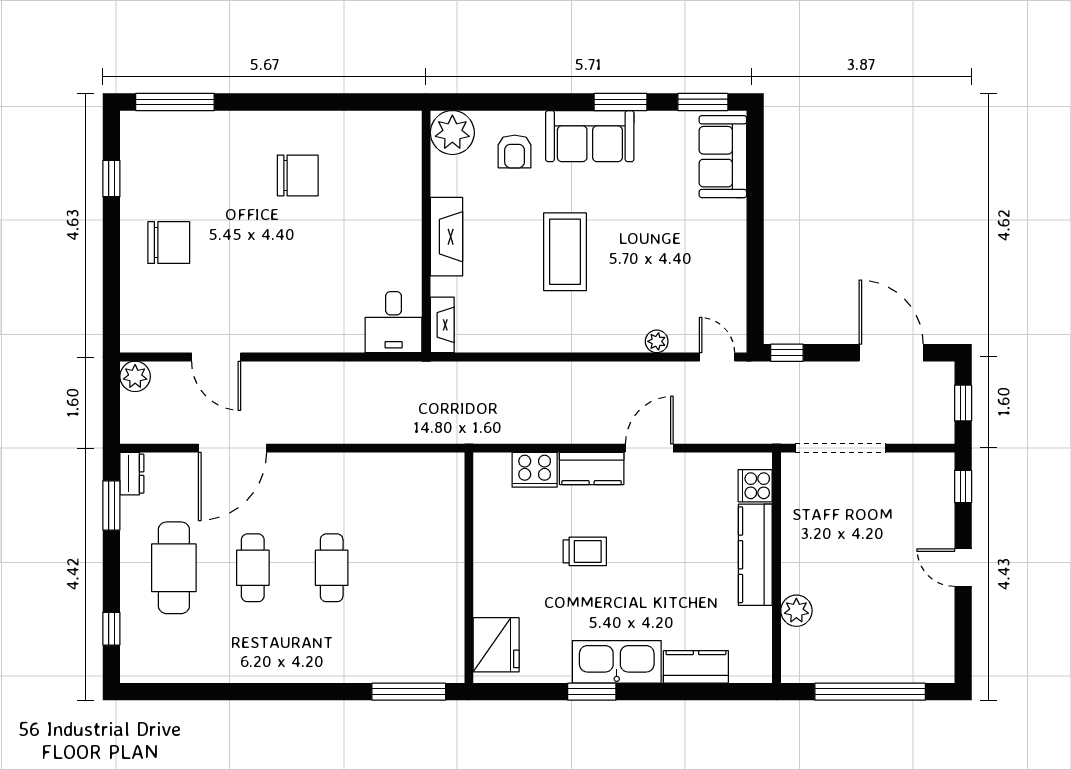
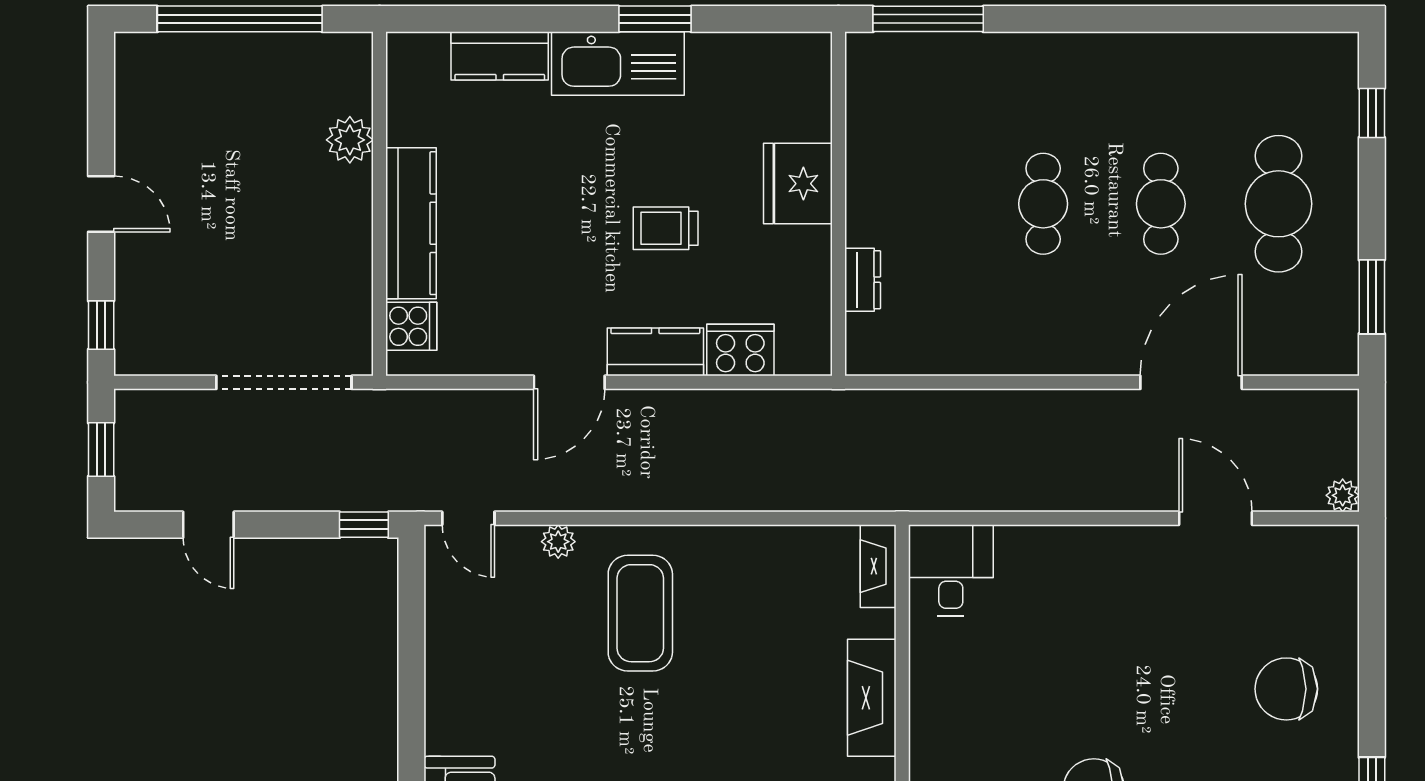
coffee table: (565, 252) -> (640, 613), moved
door: (891, 353) -> (208, 525), width x0.53
plant: (135, 376) -> (1343, 495), width x0.73, depth x0.73
dresser: (132, 474) -> (863, 280), moved, turned 180
fridge: (496, 645) -> (798, 184), moved

